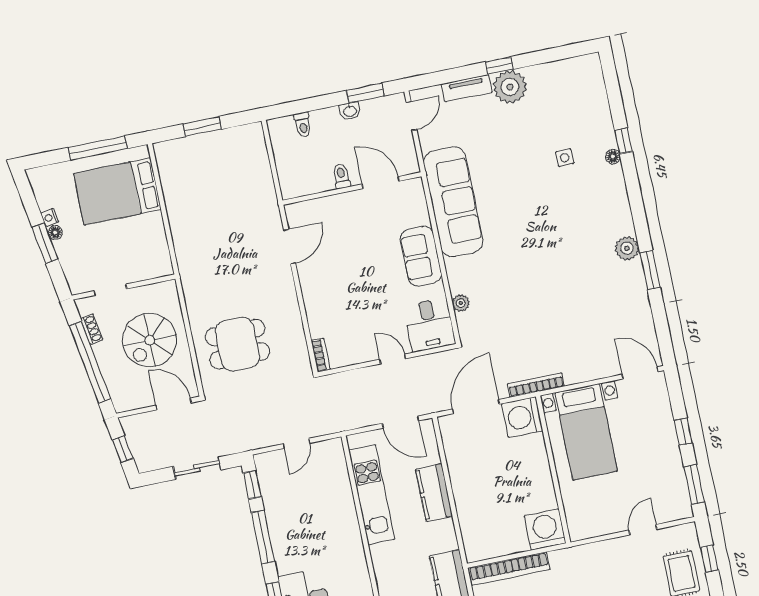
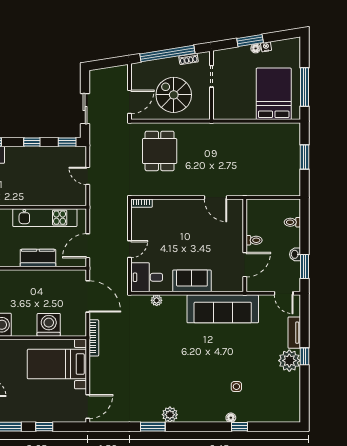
washing machine: (522, 417) -> (49, 325), moved
window: (123, 449) -> (107, 63), removed
window: (263, 537) -> (32, 142), width x0.46

